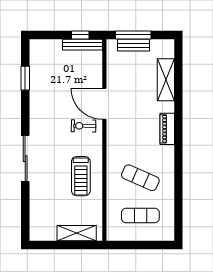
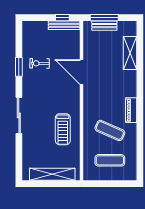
window: (25, 78) -> (19, 67), moved
exercise bike: (84, 126) -> (40, 63), moved
piano: (167, 129) -> (131, 110), moved
shelving: (77, 233) -> (52, 174), width x1.47

